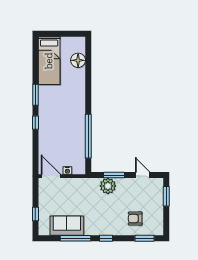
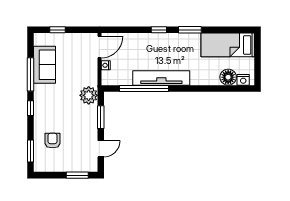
nightstand: (80, 47) -> (243, 80), added
tv unit: (79, 120) -> (161, 78), added
plant: (108, 186) -> (89, 95), moved

